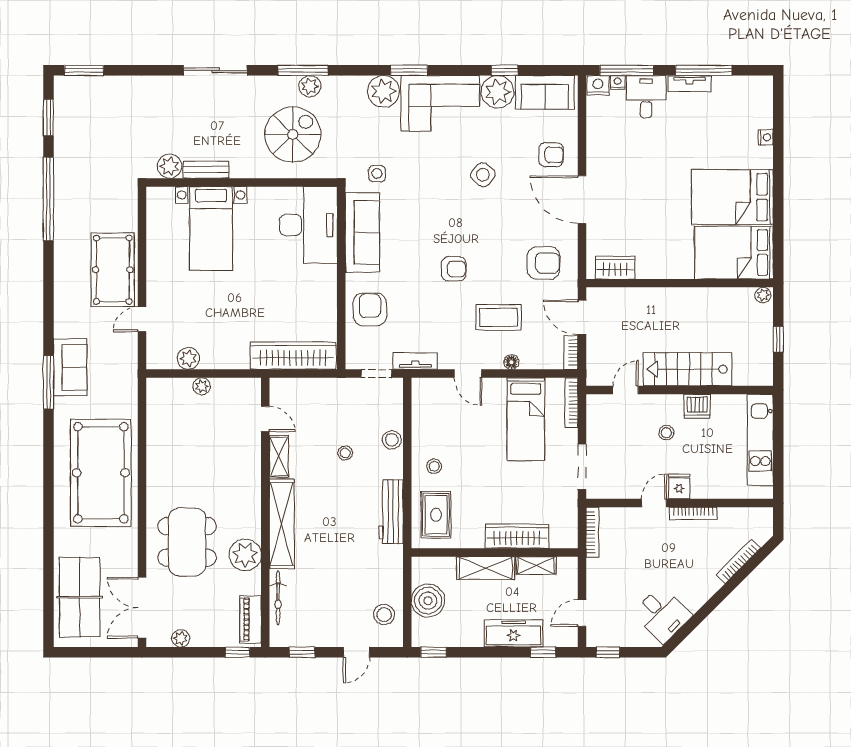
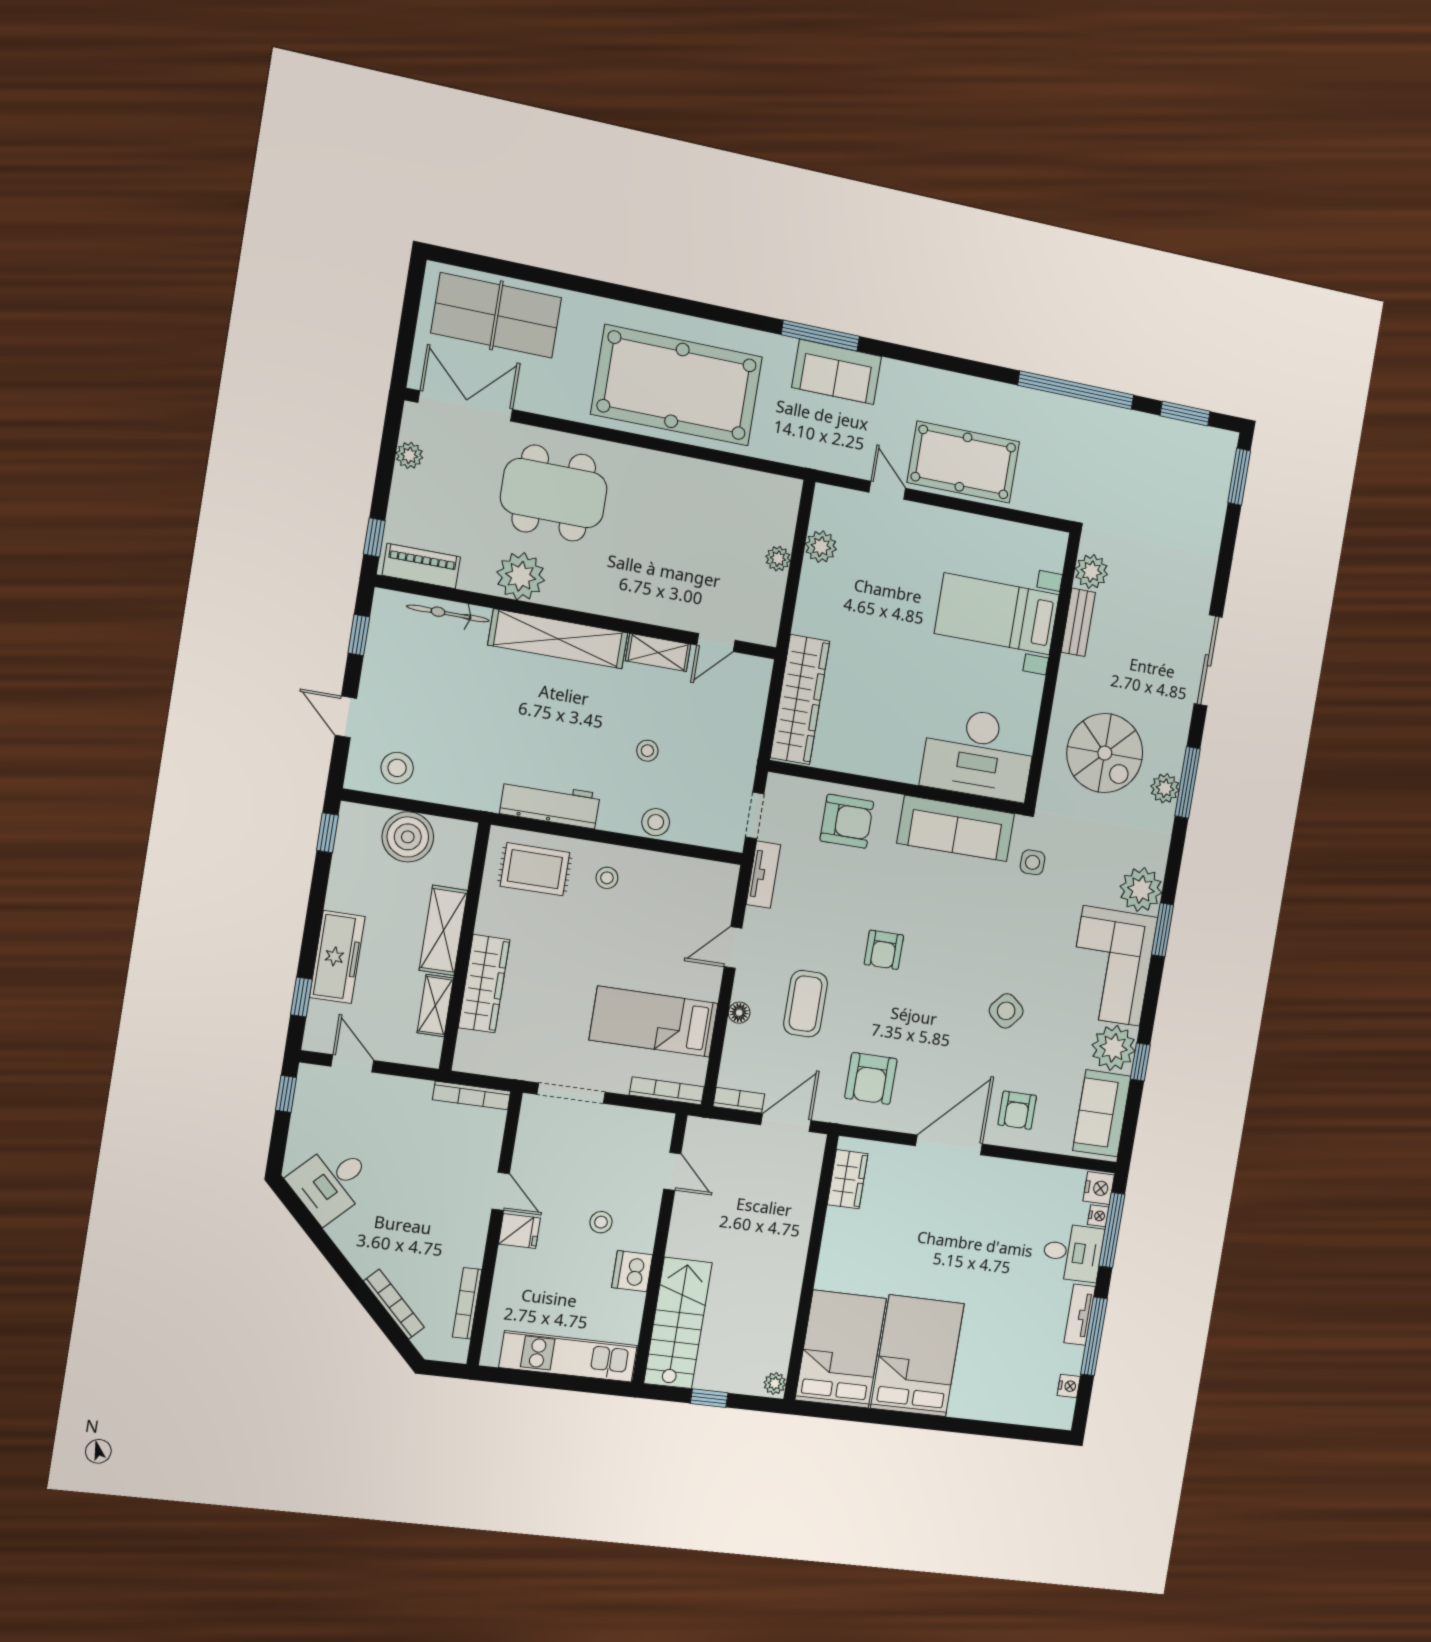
nightstand: (766, 137) -> (1069, 1386), moved, turned -90
stairs: (687, 369) -> (678, 1323), moved
bookcase: (693, 513) -> (467, 1303), moved

